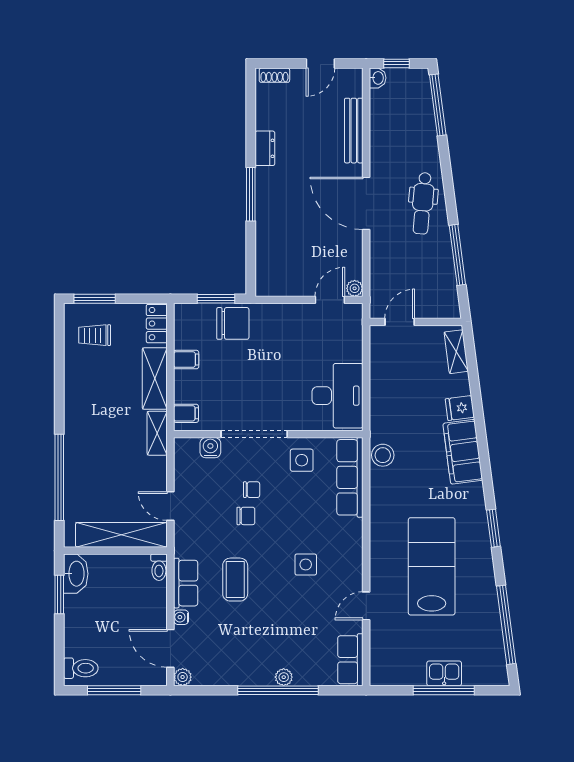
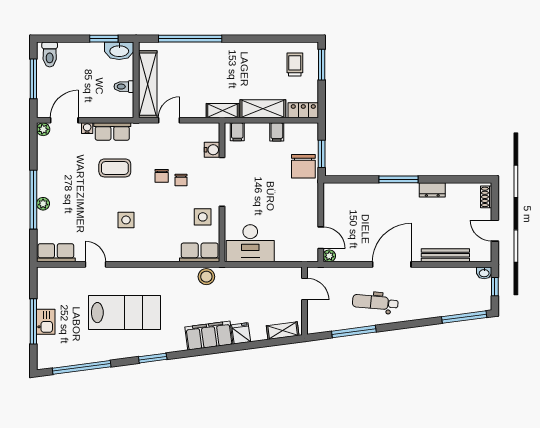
dental chair: (423, 203) -> (375, 302), moved
row of seats: (350, 477) -> (200, 252), width x0.68
toilet: (159, 567) -> (124, 87), moved

